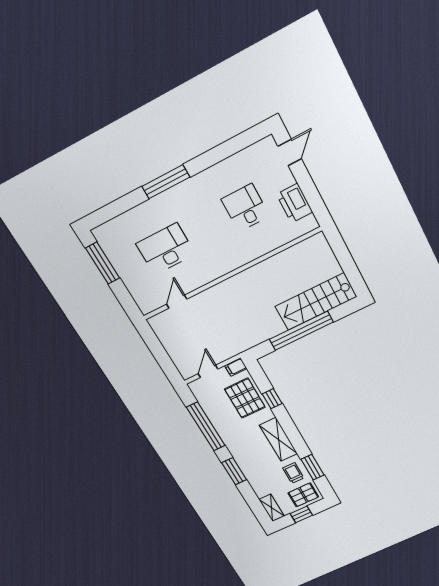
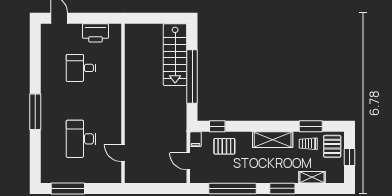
pallet: (245, 398) -> (224, 146), width x0.67, depth x0.71
window: (272, 399) -> (217, 126), moved
shelving: (272, 508) -> (312, 177), moved

